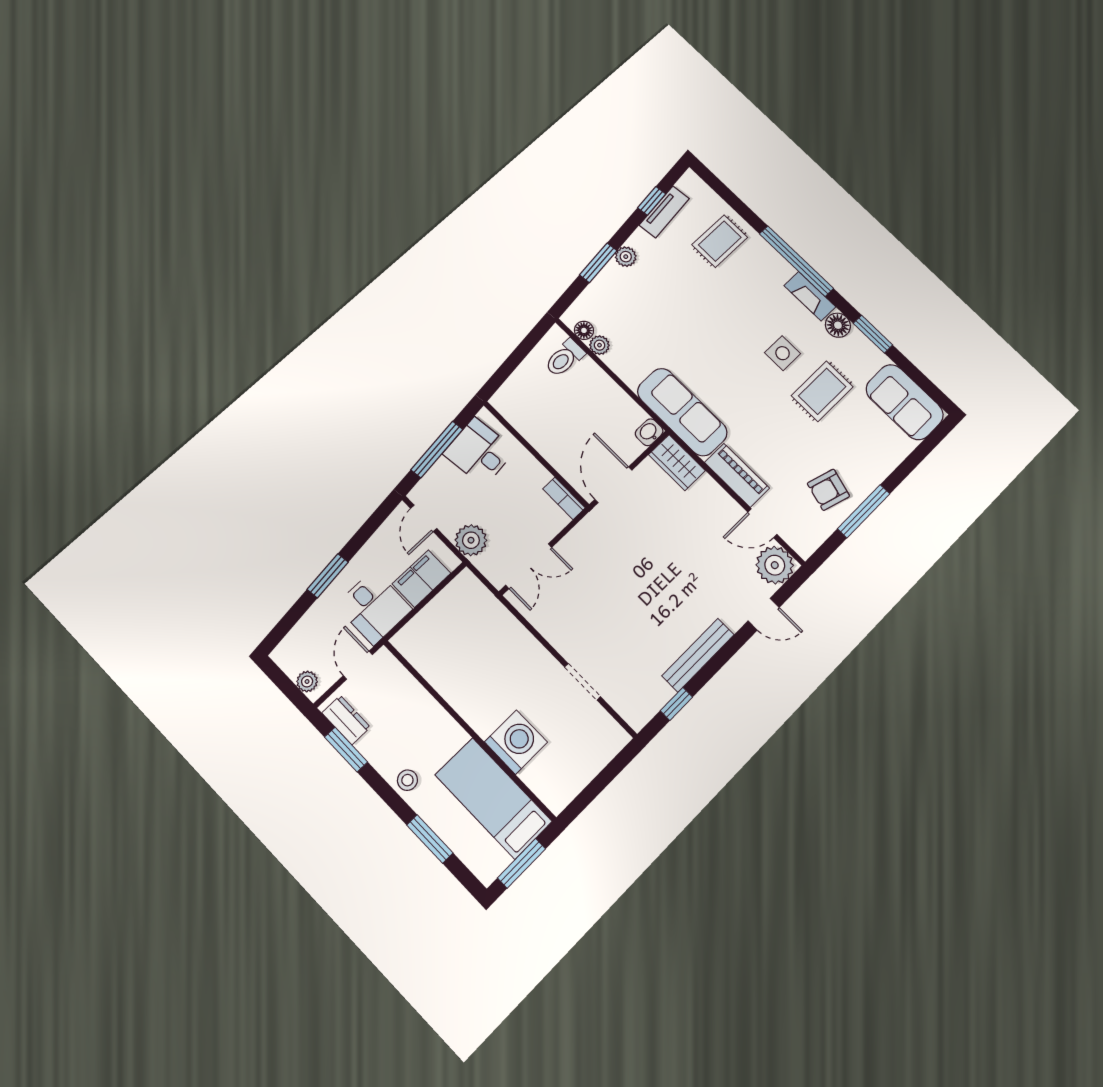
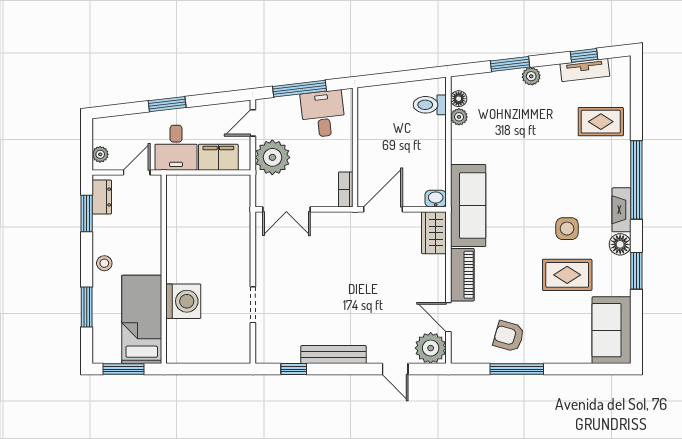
plant: (471, 540) -> (272, 157), width x1.36, depth x1.36

